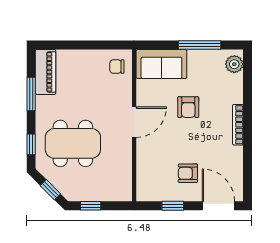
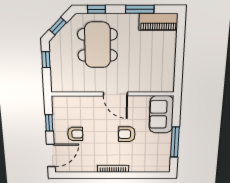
plant: (234, 64) -> (159, 166), removed
chair: (117, 67) -> (161, 80), removed
armchair: (188, 173) -> (75, 134), turned 90

